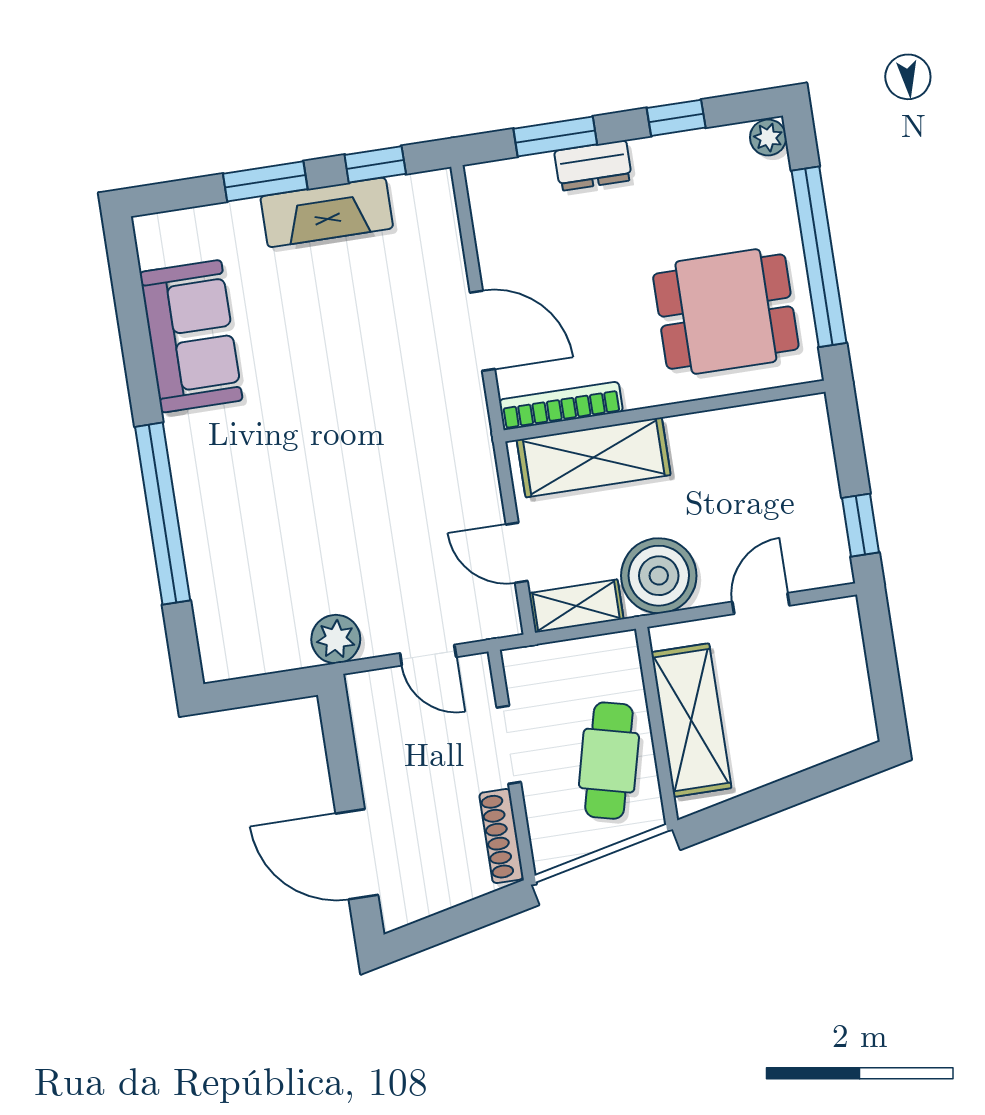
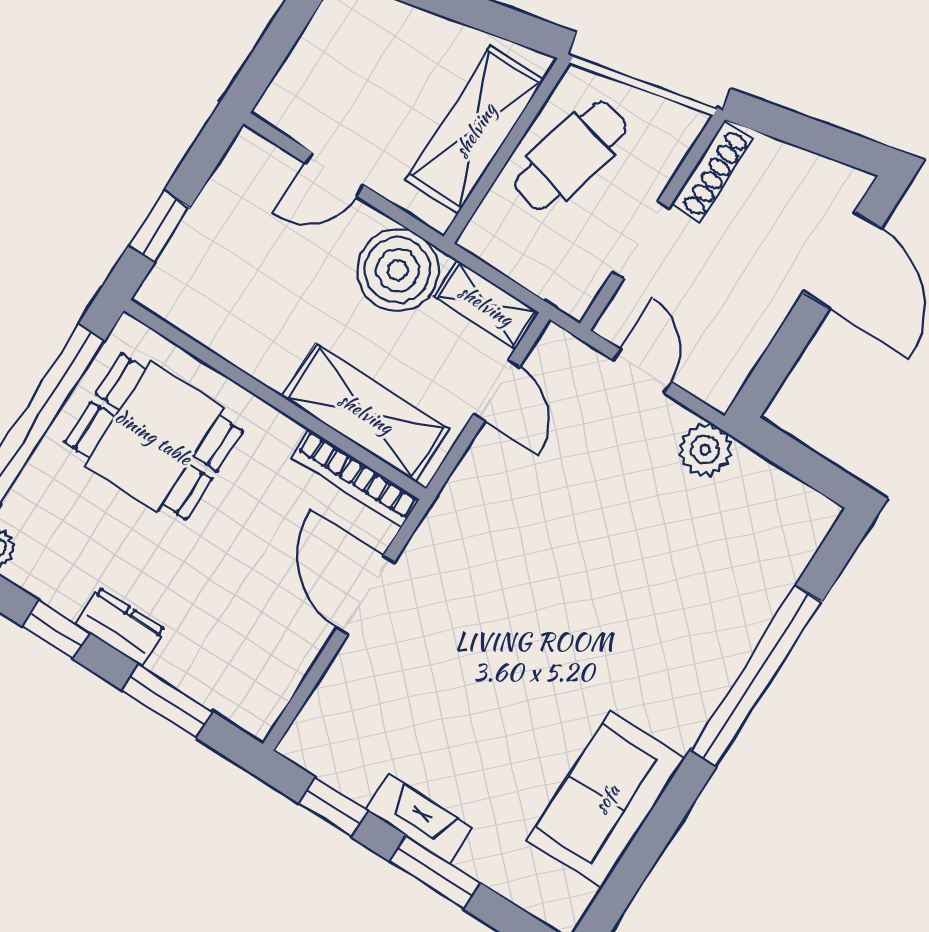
dresser: (593, 166) -> (120, 627), moved
fireplace: (327, 212) -> (419, 819), width x0.73, depth x0.76
window: (861, 525) -> (159, 226), moved

